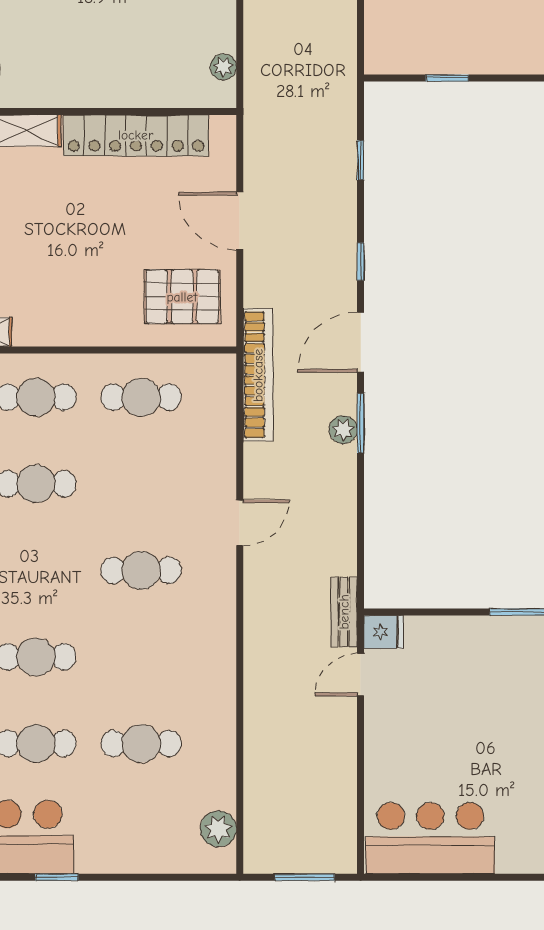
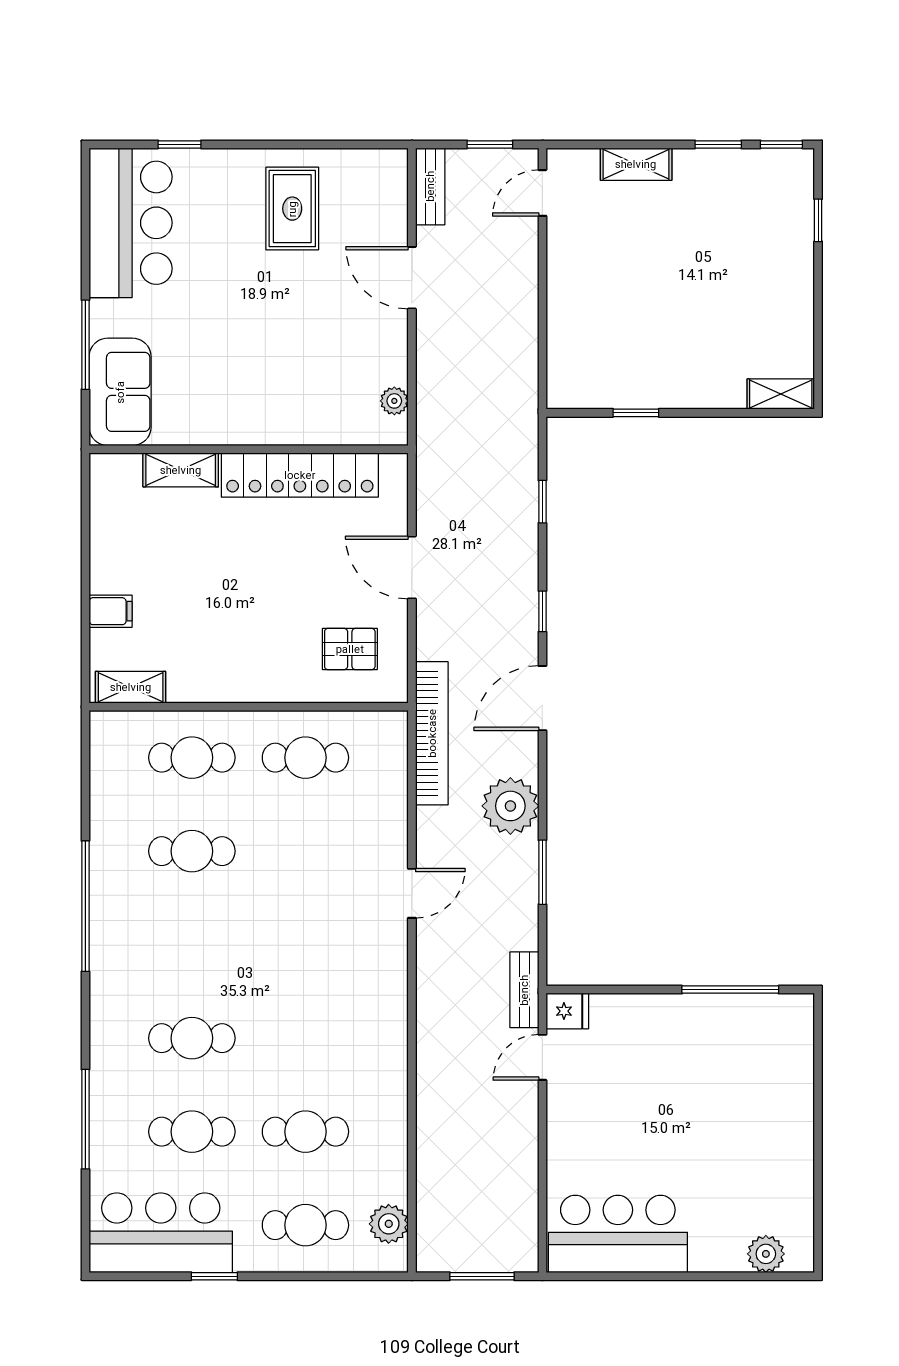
pallet: (182, 297) -> (350, 649), width x0.67, depth x0.71
window: (361, 423) -> (542, 872), moved
plant: (343, 430) -> (510, 806), width x1.88, depth x1.88
cafe table: (141, 570) -> (305, 1225), moved

